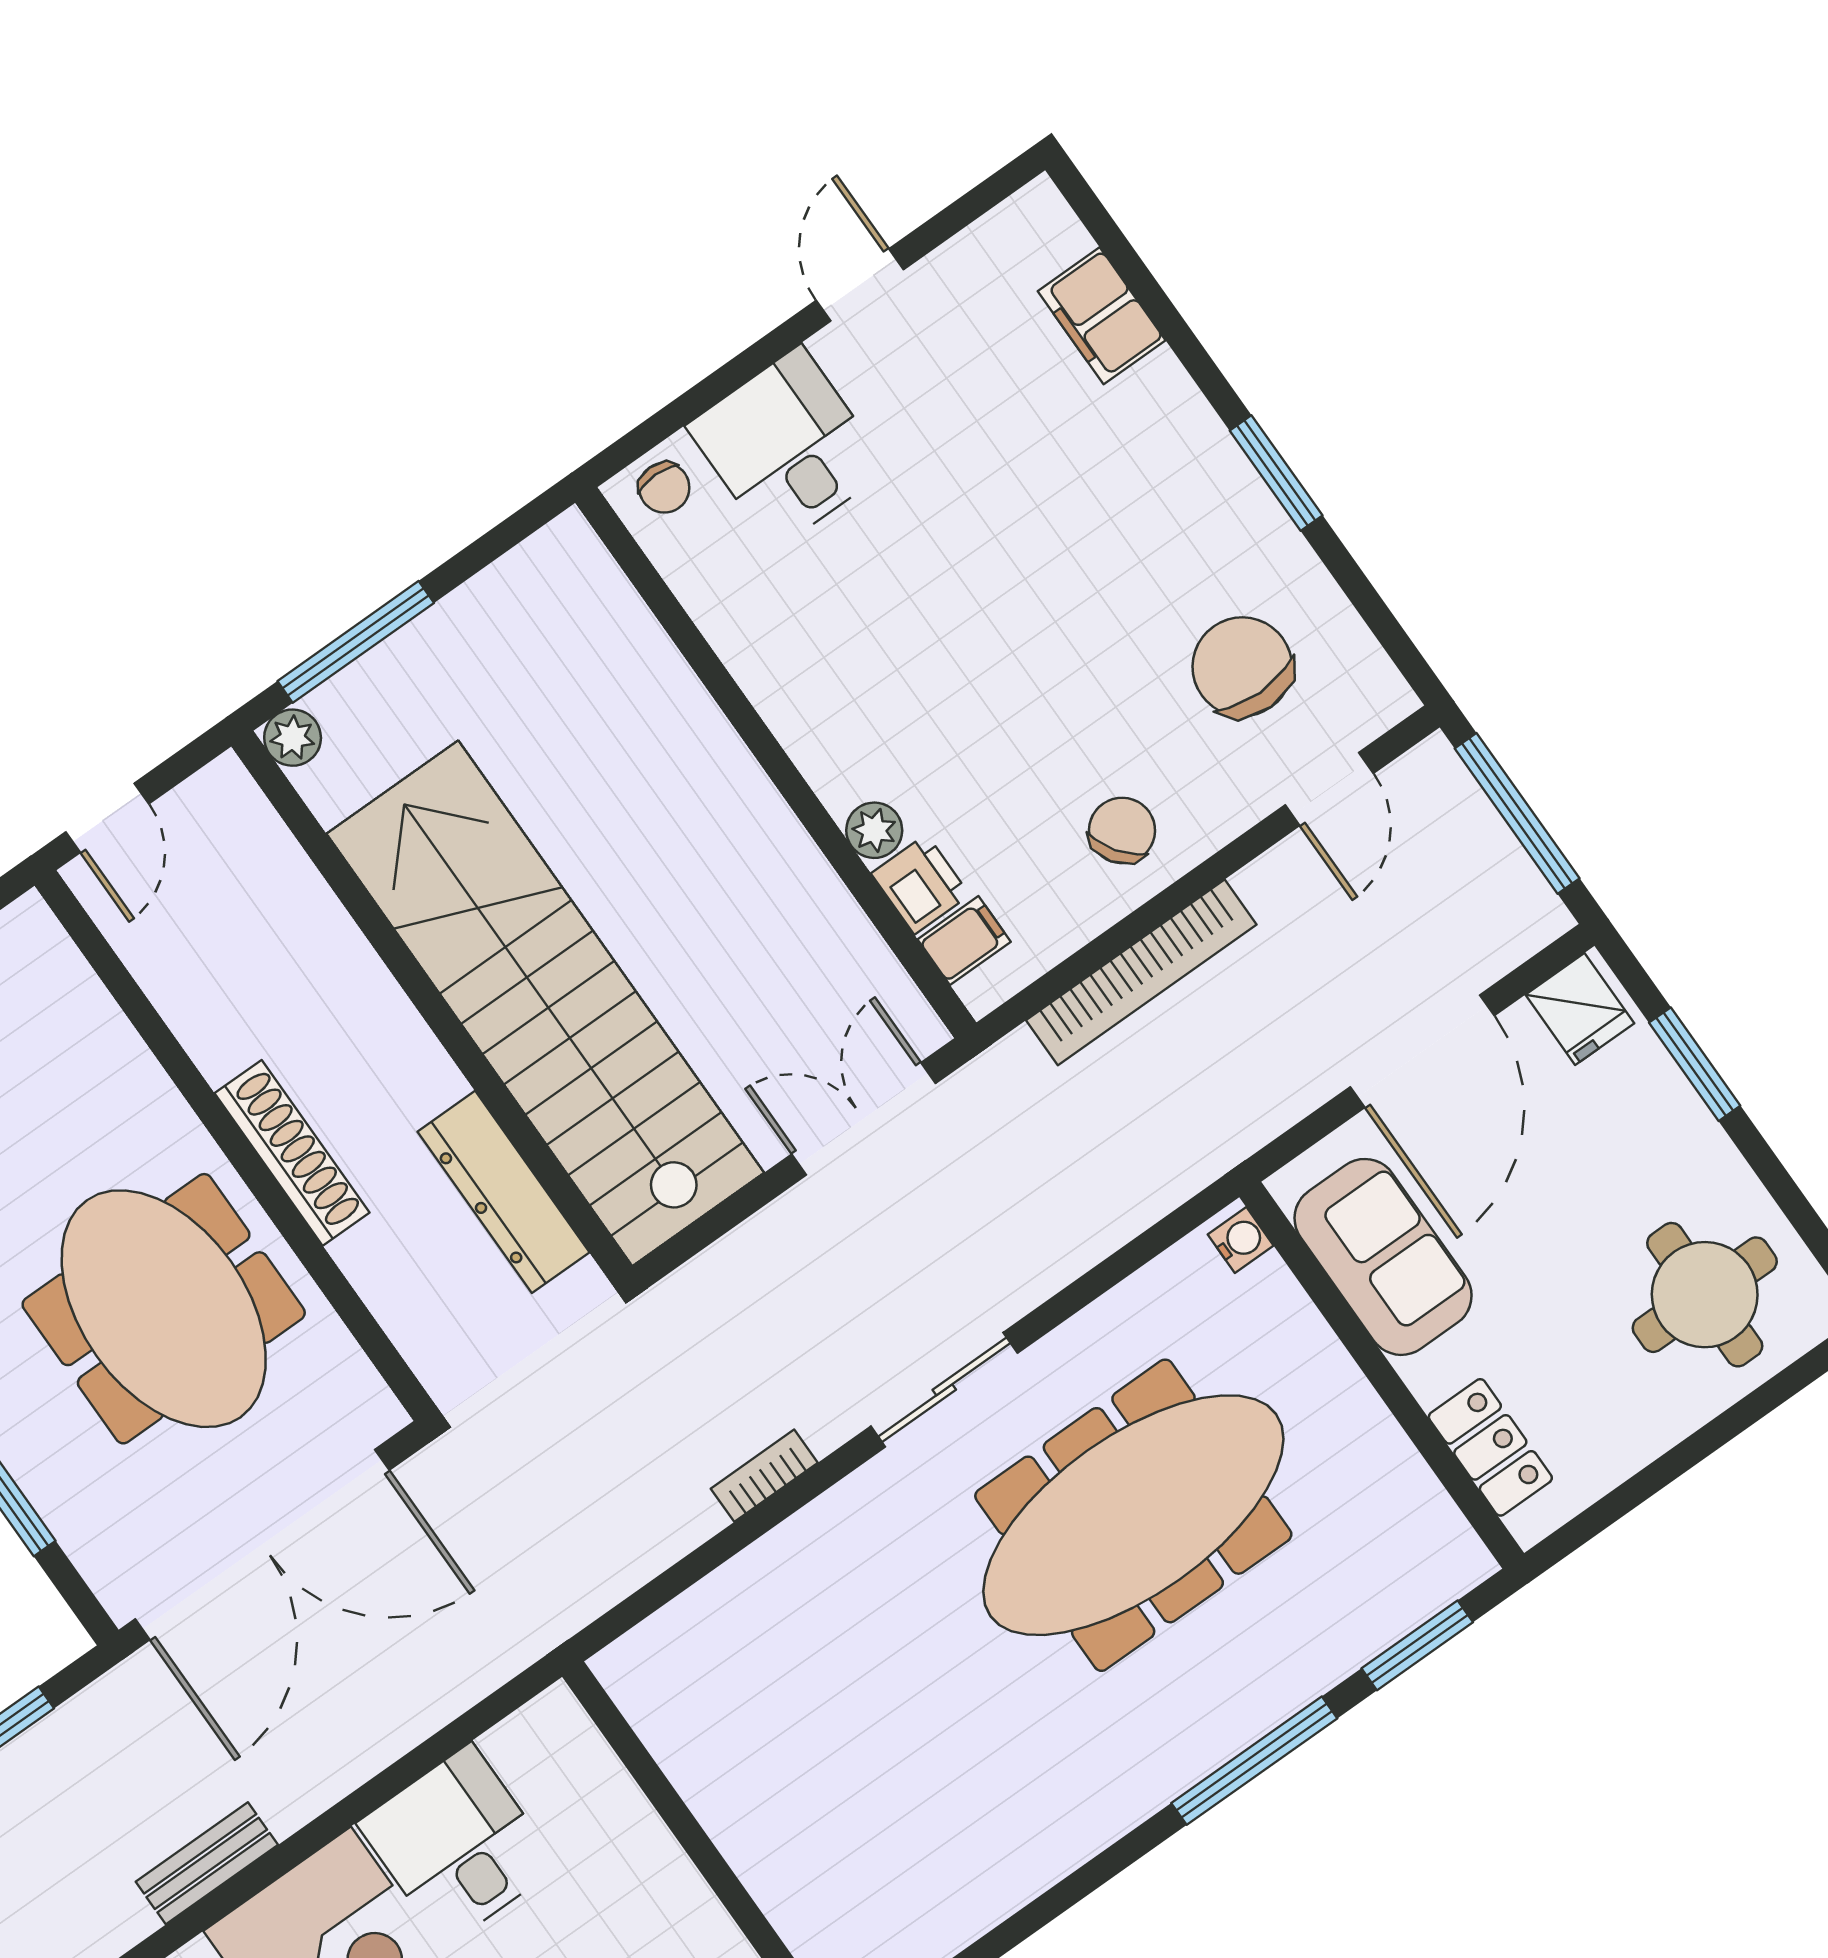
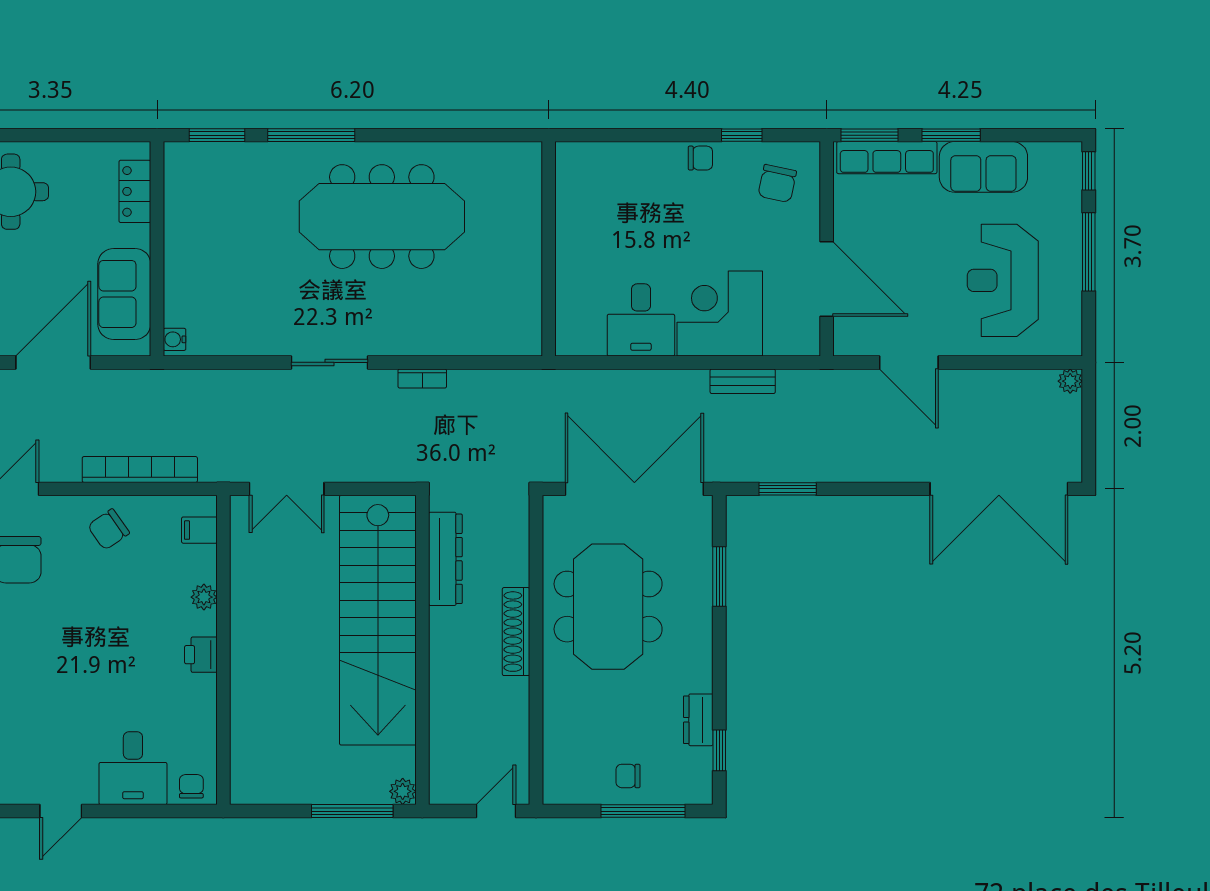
printer: (920, 884) -> (201, 655), moved
meeting table: (1133, 1515) -> (382, 217), moved

